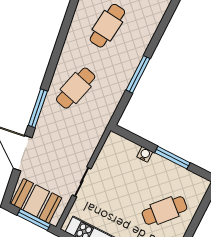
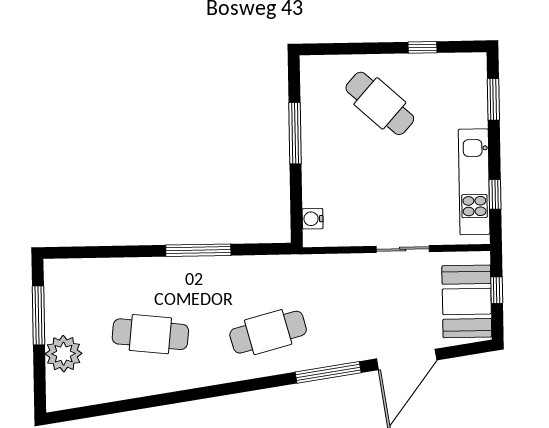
cafe table: (76, 88) -> (268, 332), turned -30
water cooler: (145, 154) -> (313, 219), moved
window: (34, 220) -> (497, 290), width x0.46

